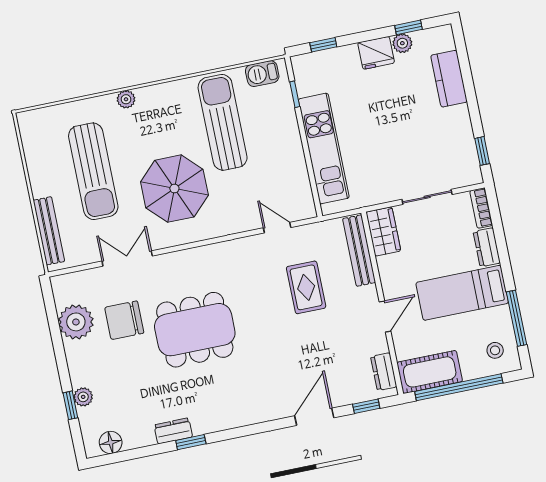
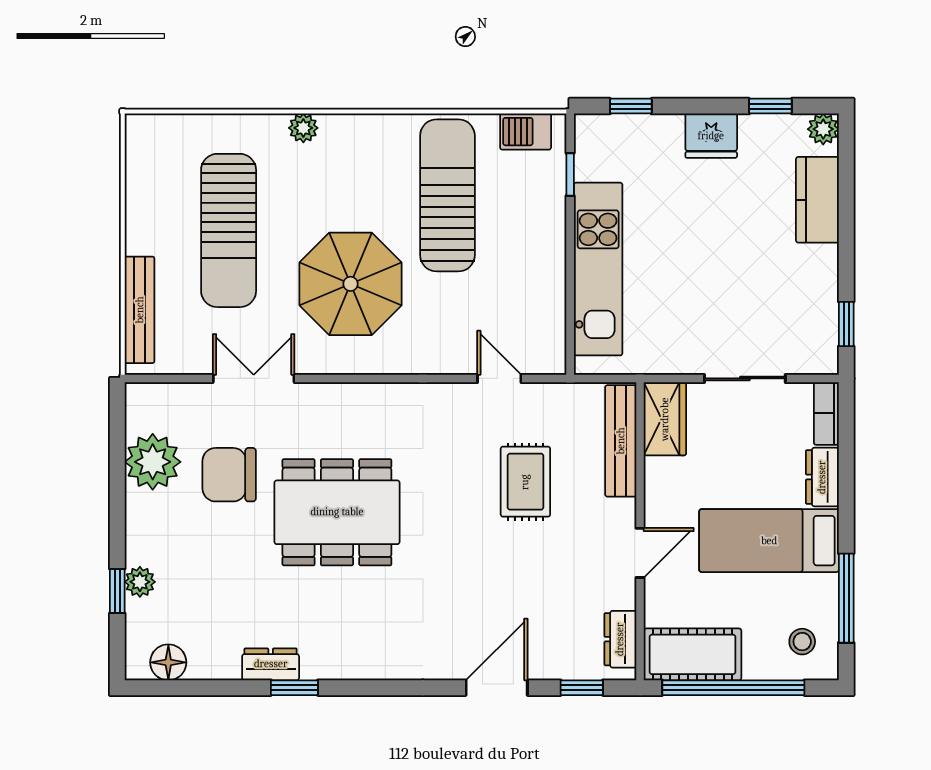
plant: (402, 43) -> (823, 129), moved

